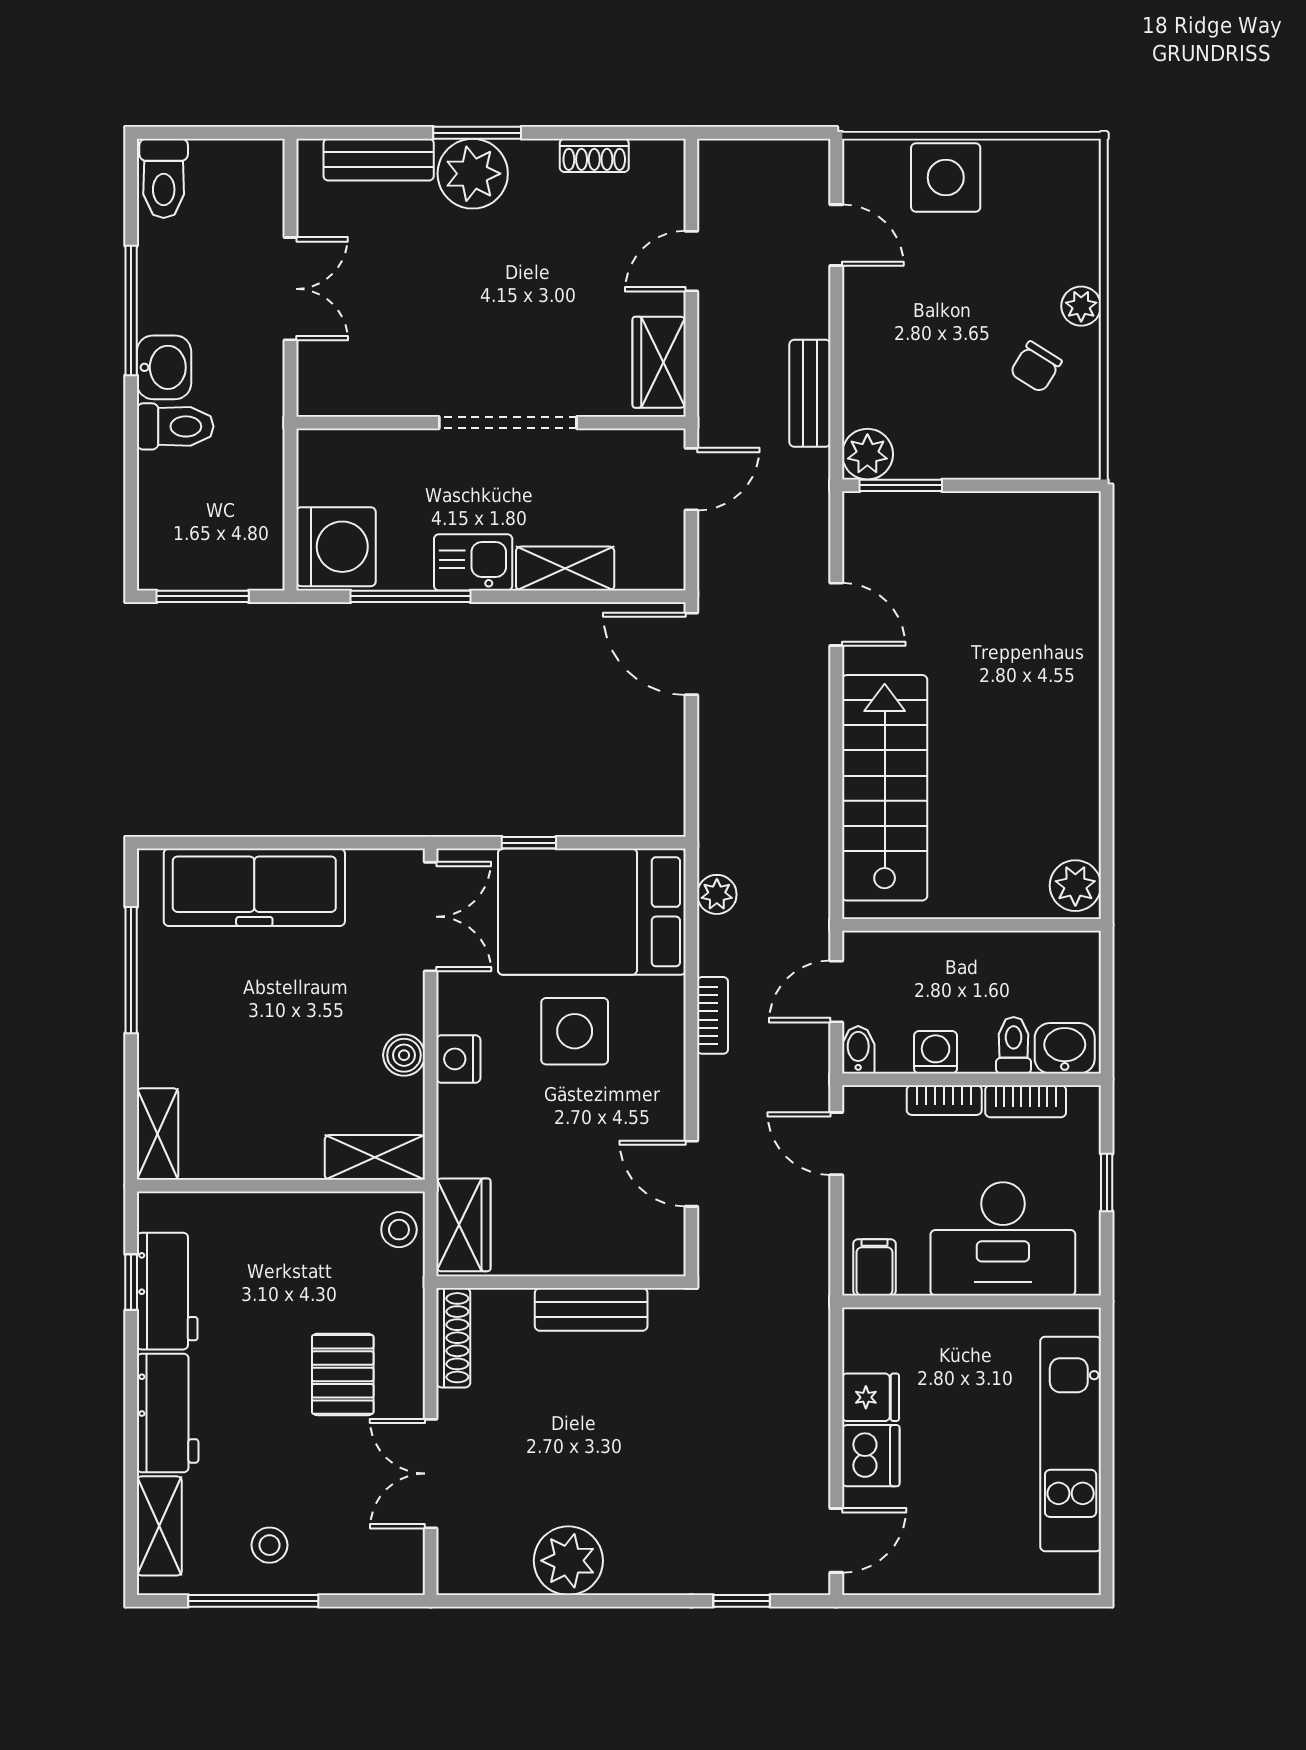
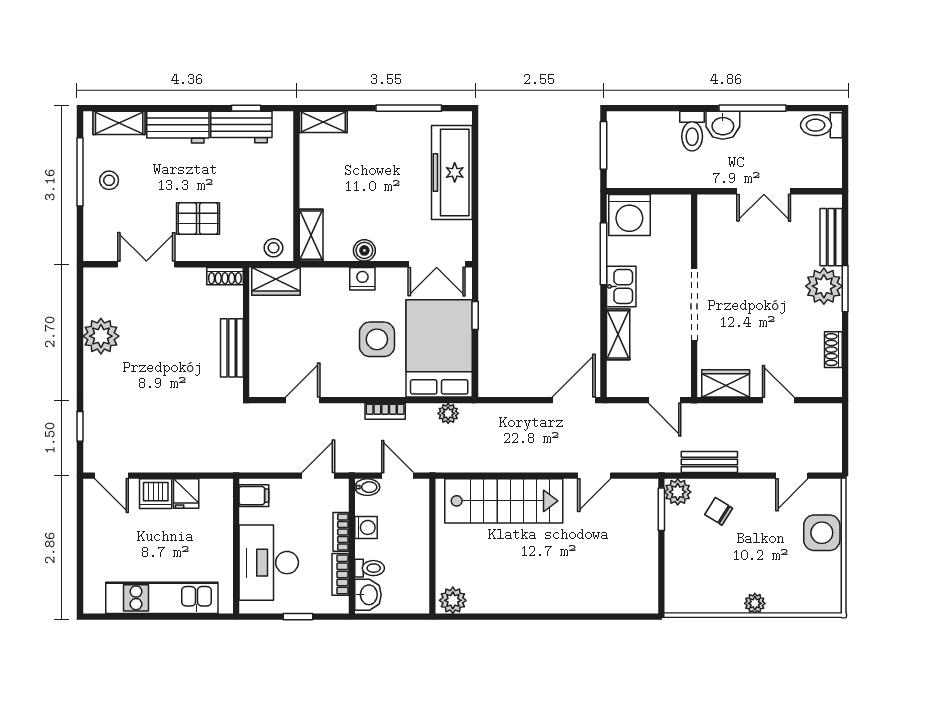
chair: (1036, 367) -> (719, 511), moved
shoe rack: (453, 1338) -> (225, 276), width x0.70

